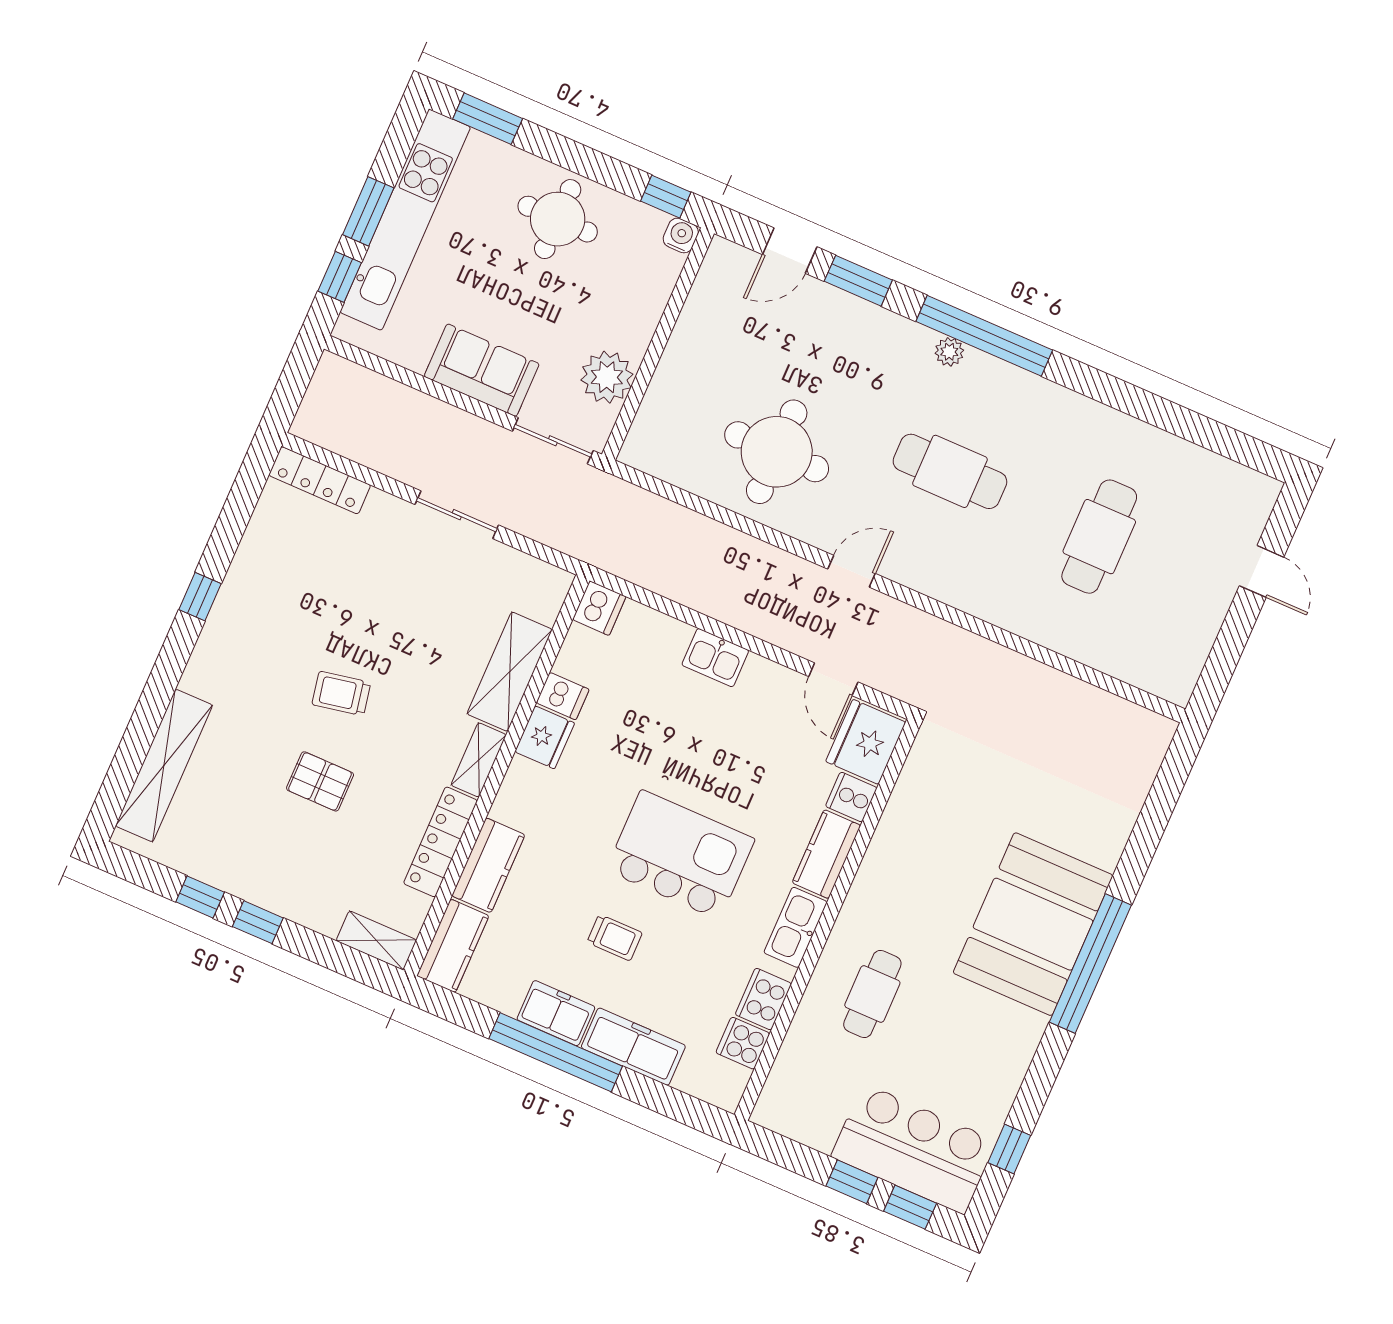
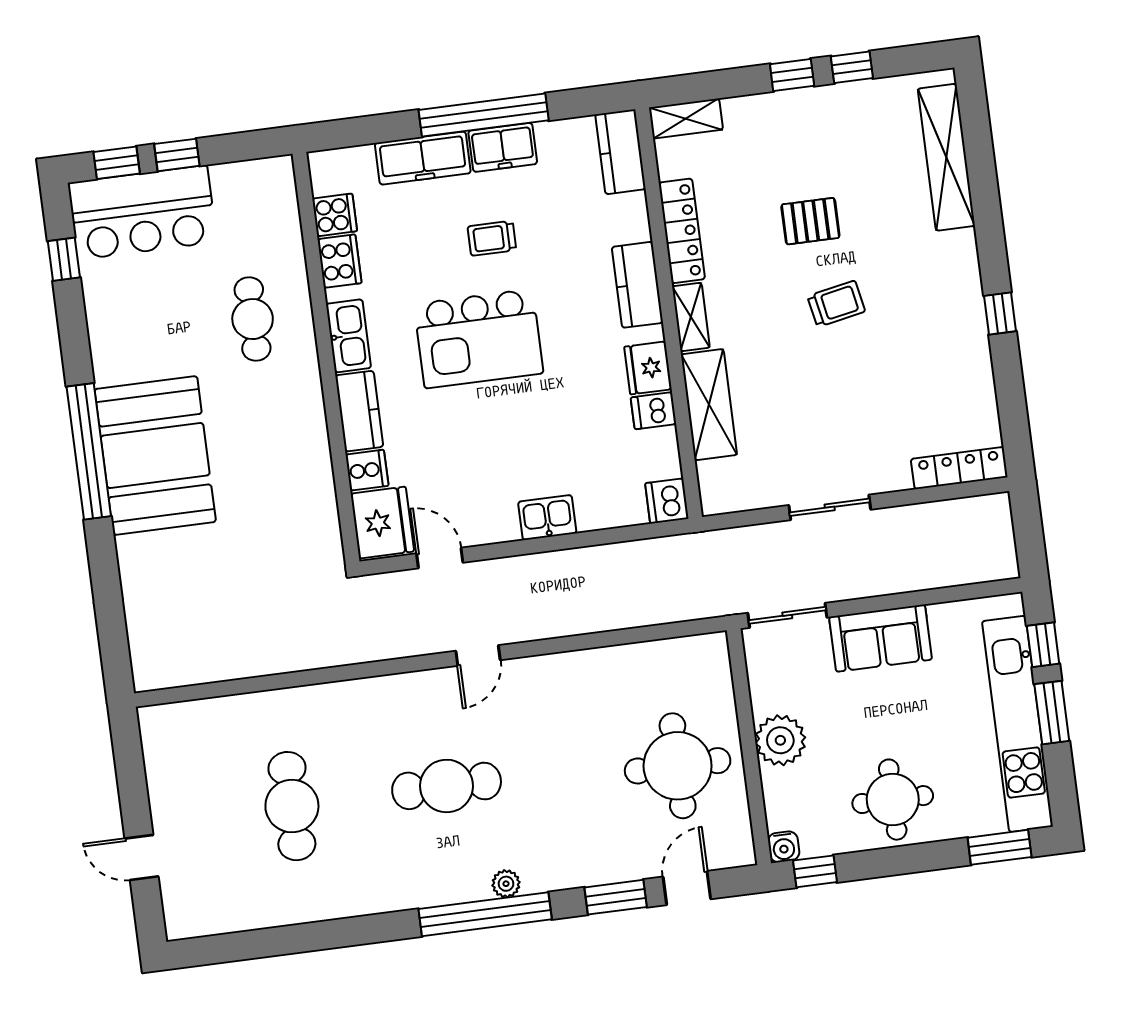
plant: (607, 377) -> (780, 740), moved
round table: (777, 452) -> (678, 766), moved
kitchen counter: (488, 865) -> (637, 285), moved

